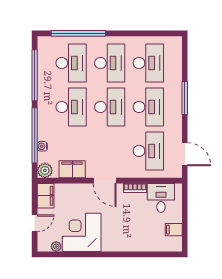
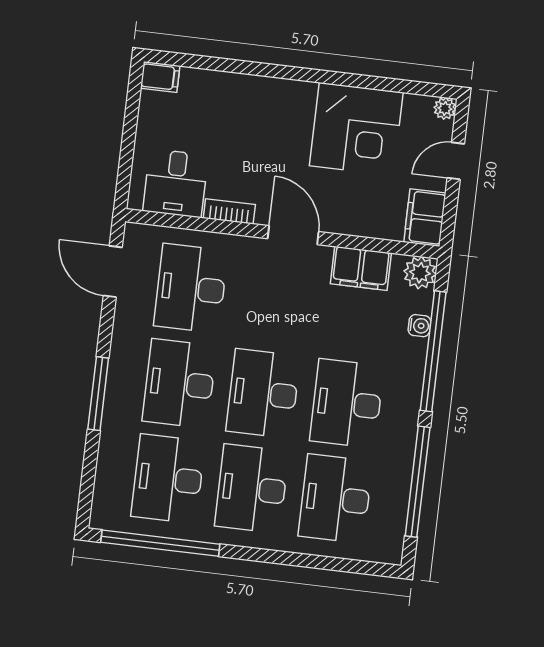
window: (78, 33) -> (160, 543), moved
filing cabinet: (174, 230) -> (160, 77), moved
plant: (56, 247) -> (445, 108), moved

